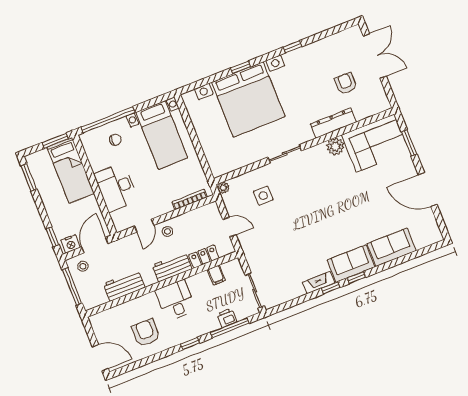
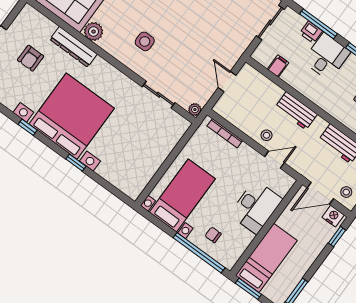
bed with nightstands: (248, 99) -> (72, 116), moved
sliding door: (285, 154) -> (159, 95), moved
side table: (263, 196) -> (145, 41), moved
locker: (204, 257) -> (268, 88), removed
desk: (176, 300) -> (327, 57), moved, turned 180

